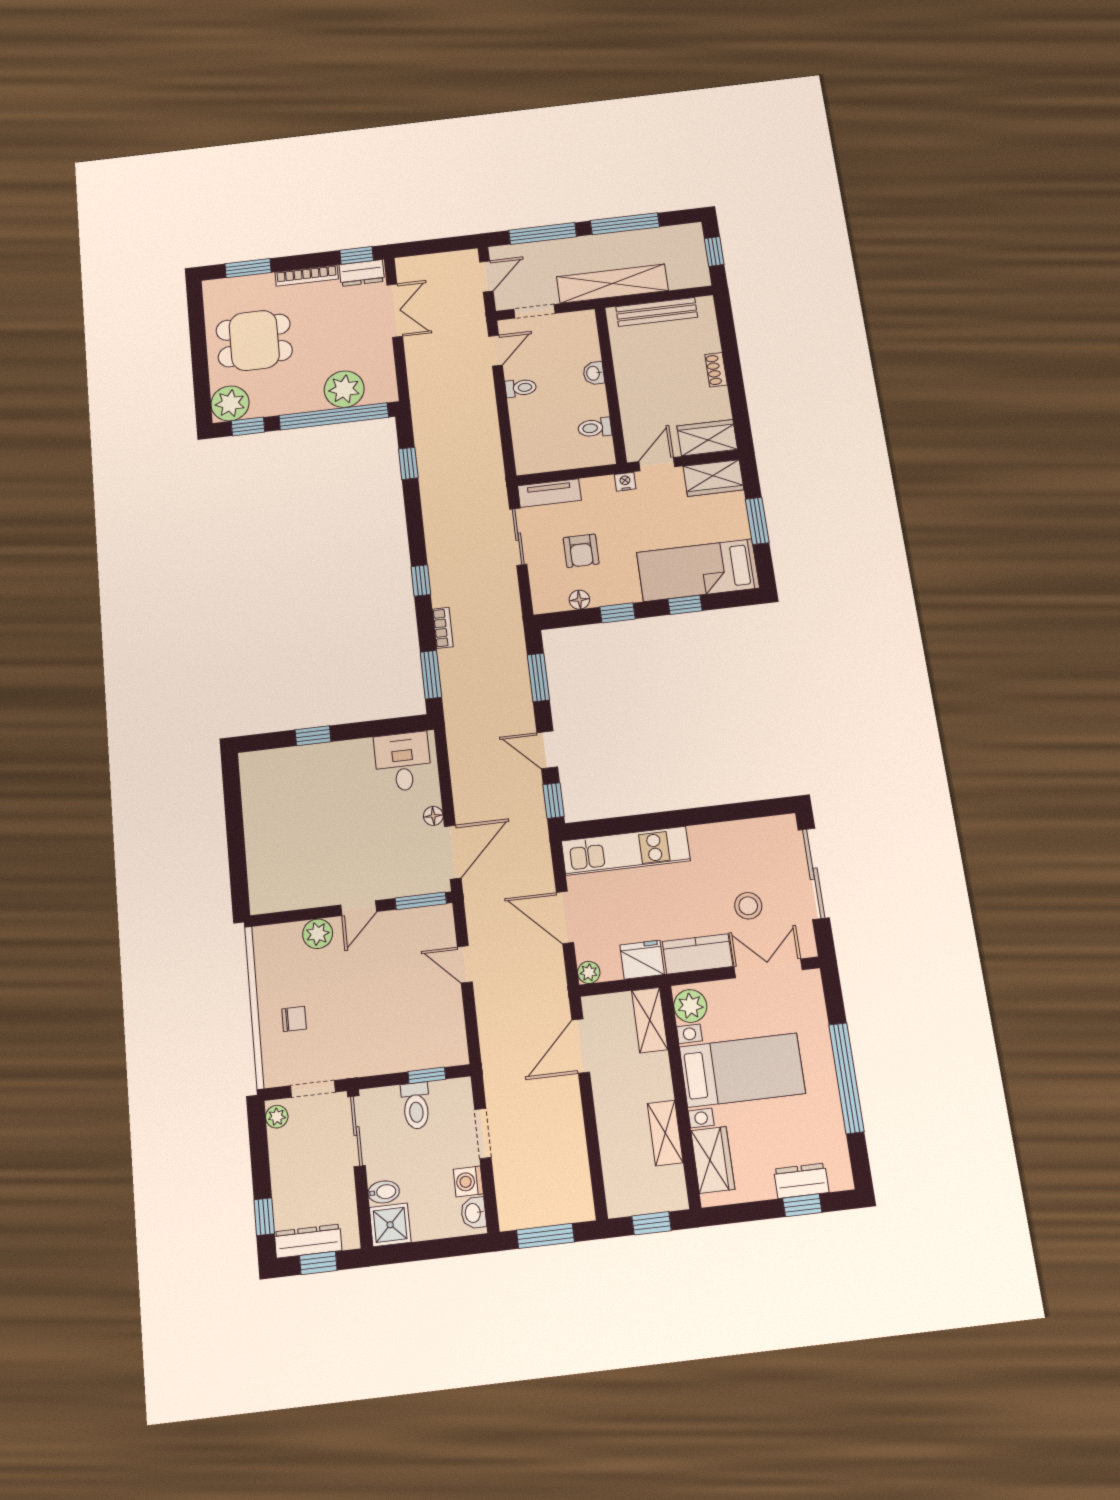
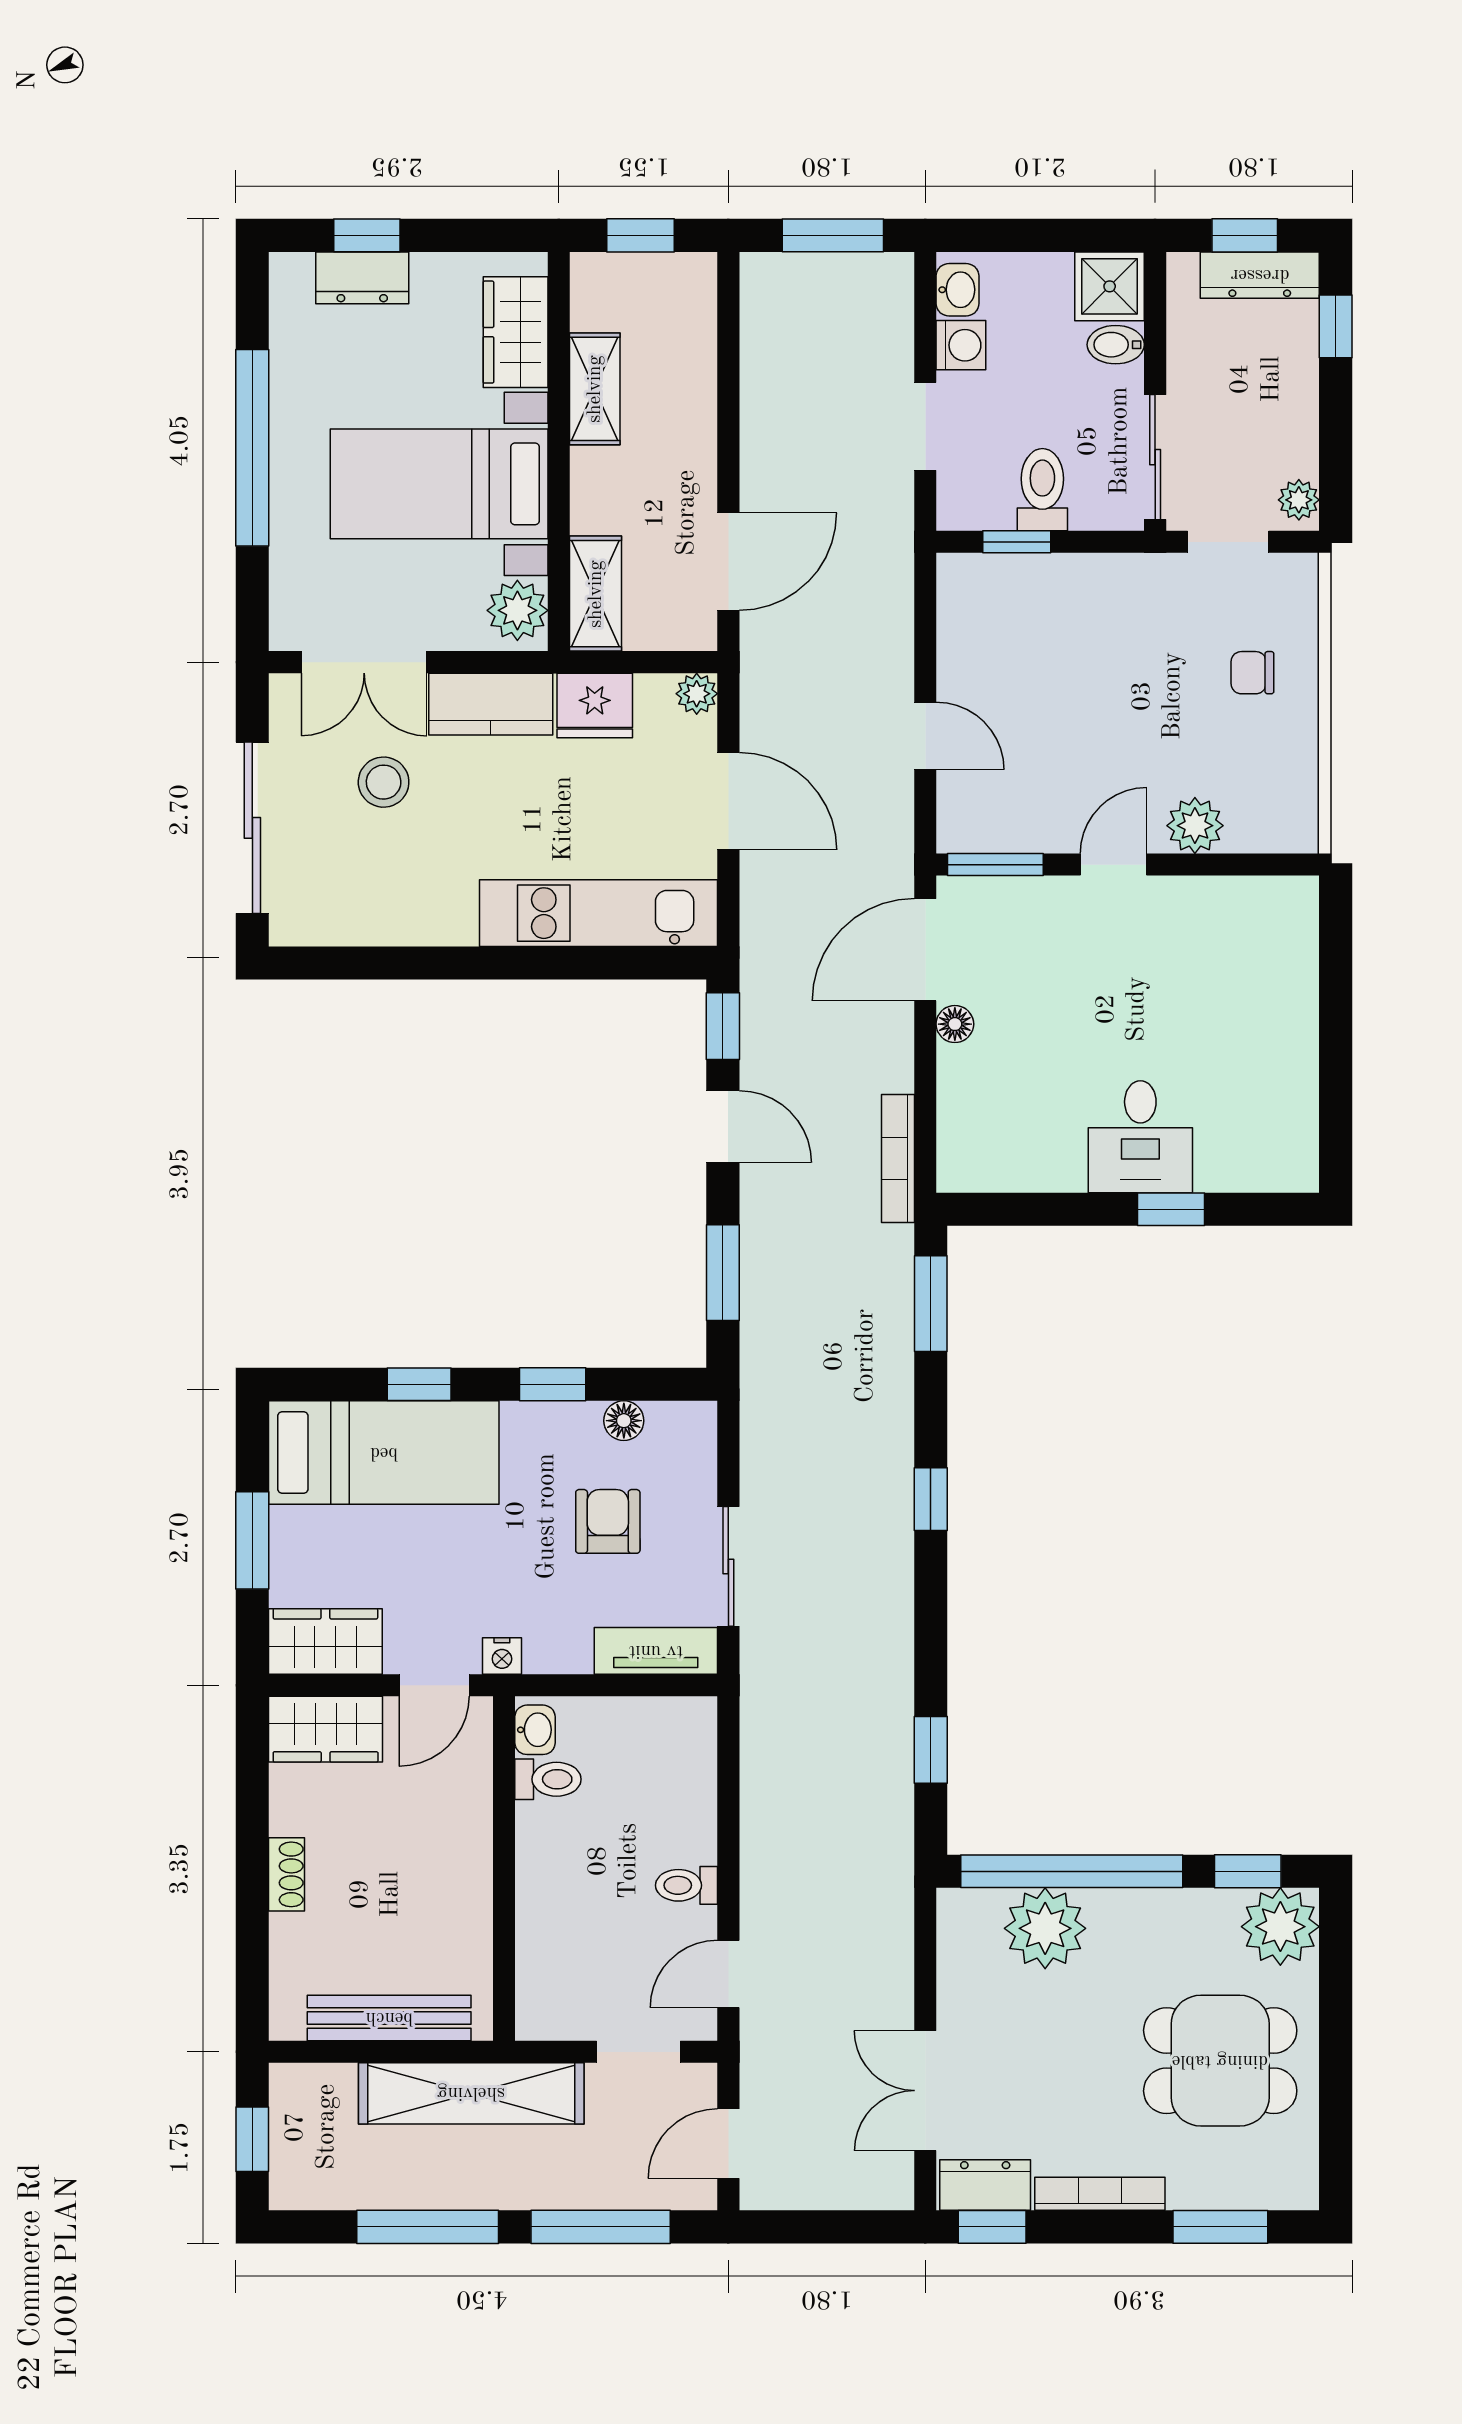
washbasin: (594, 373) -> (535, 1730), moved
bookcase: (443, 628) -> (898, 1159), moved, width x1.56
desk: (403, 762) -> (1140, 1137), moved

